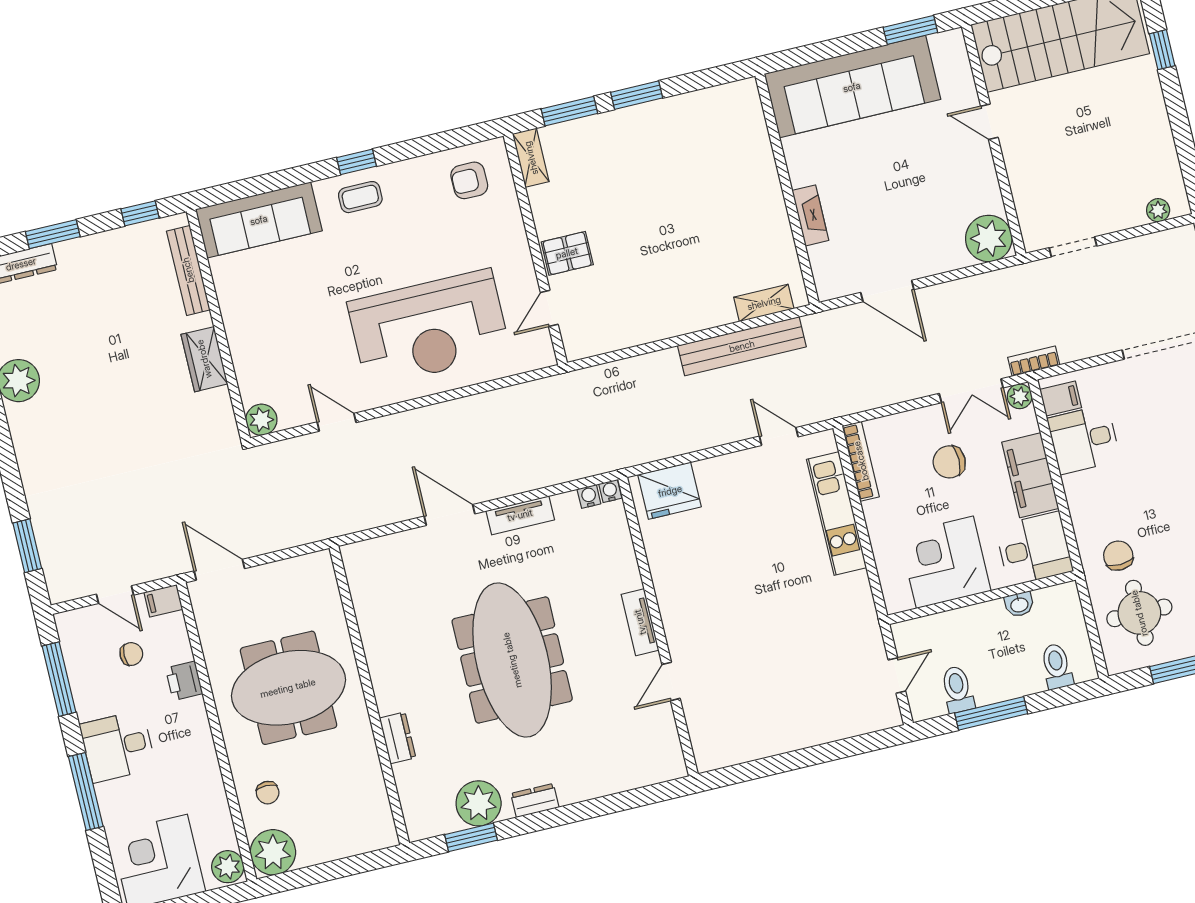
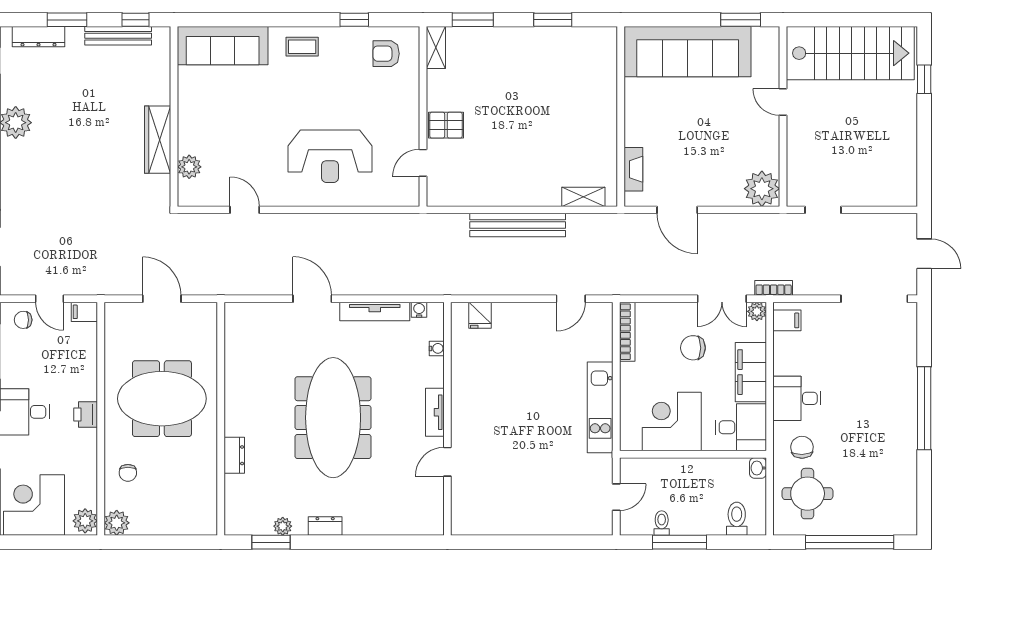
window: (637, 95) -> (553, 20), moved
window: (356, 162) -> (354, 20), moved
plant: (1158, 210) -> (893, 198), removed
fireplace: (810, 215) -> (633, 169), moved
bench: (188, 270) -> (118, 36), moved, turned 90
reception desk: (429, 328) -> (330, 156), width x0.74, depth x0.77
bench: (742, 346) -> (518, 225), moved
wardrobe: (204, 359) -> (158, 140), width x1.50
plant: (261, 420) -> (189, 167), moved
door: (779, 437) -> (571, 299), swing flipped
desk: (1084, 439) -> (797, 398), moved
water cooler: (610, 491) -> (437, 348), moved, turned 90
fridge: (670, 491) -> (480, 315), width x0.53, depth x0.75
kitchen unit: (837, 514) -> (600, 407), moved
tv unit: (520, 515) -> (375, 312), width x1.41
door: (219, 570) -> (162, 299), moved
washbasin: (1019, 604) -> (758, 468), moved, turned 90
chair: (131, 654) -> (23, 320), moved, turned 180
printer: (184, 681) -> (86, 415), moved
toilet: (957, 689) -> (662, 523), width x0.73, depth x0.72
plant: (479, 803) -> (283, 526), width x0.53, depth x0.53
plant: (273, 852) -> (117, 523), width x0.73, depth x0.73

